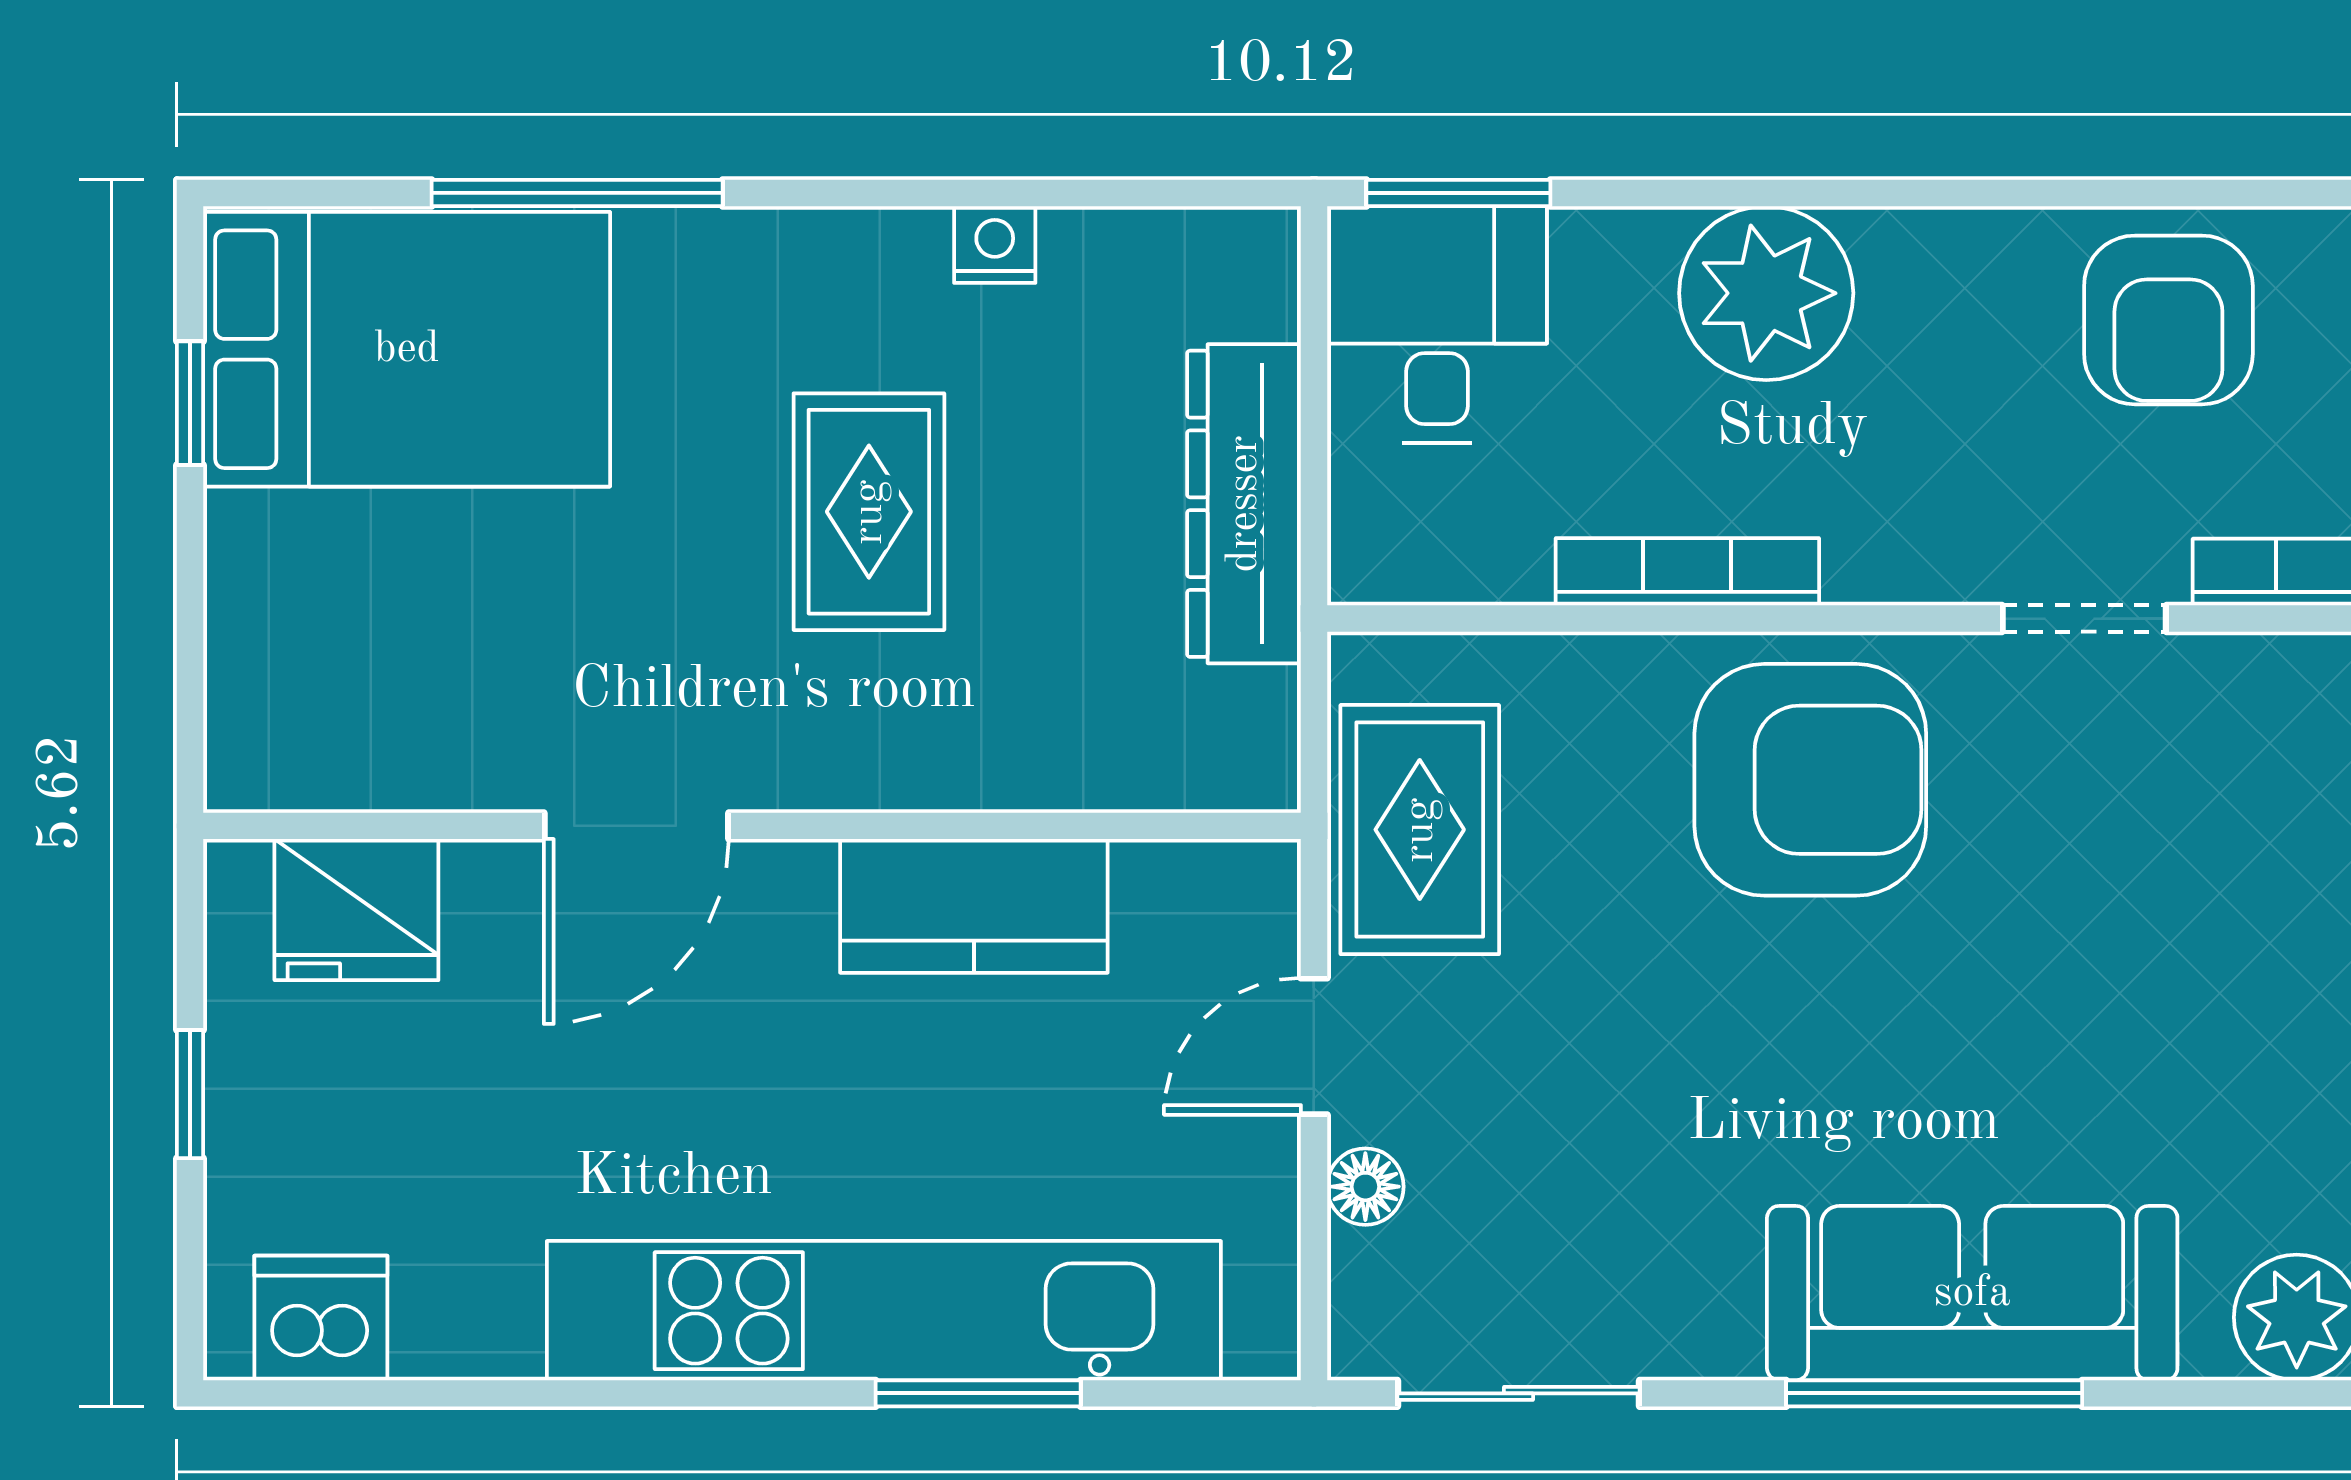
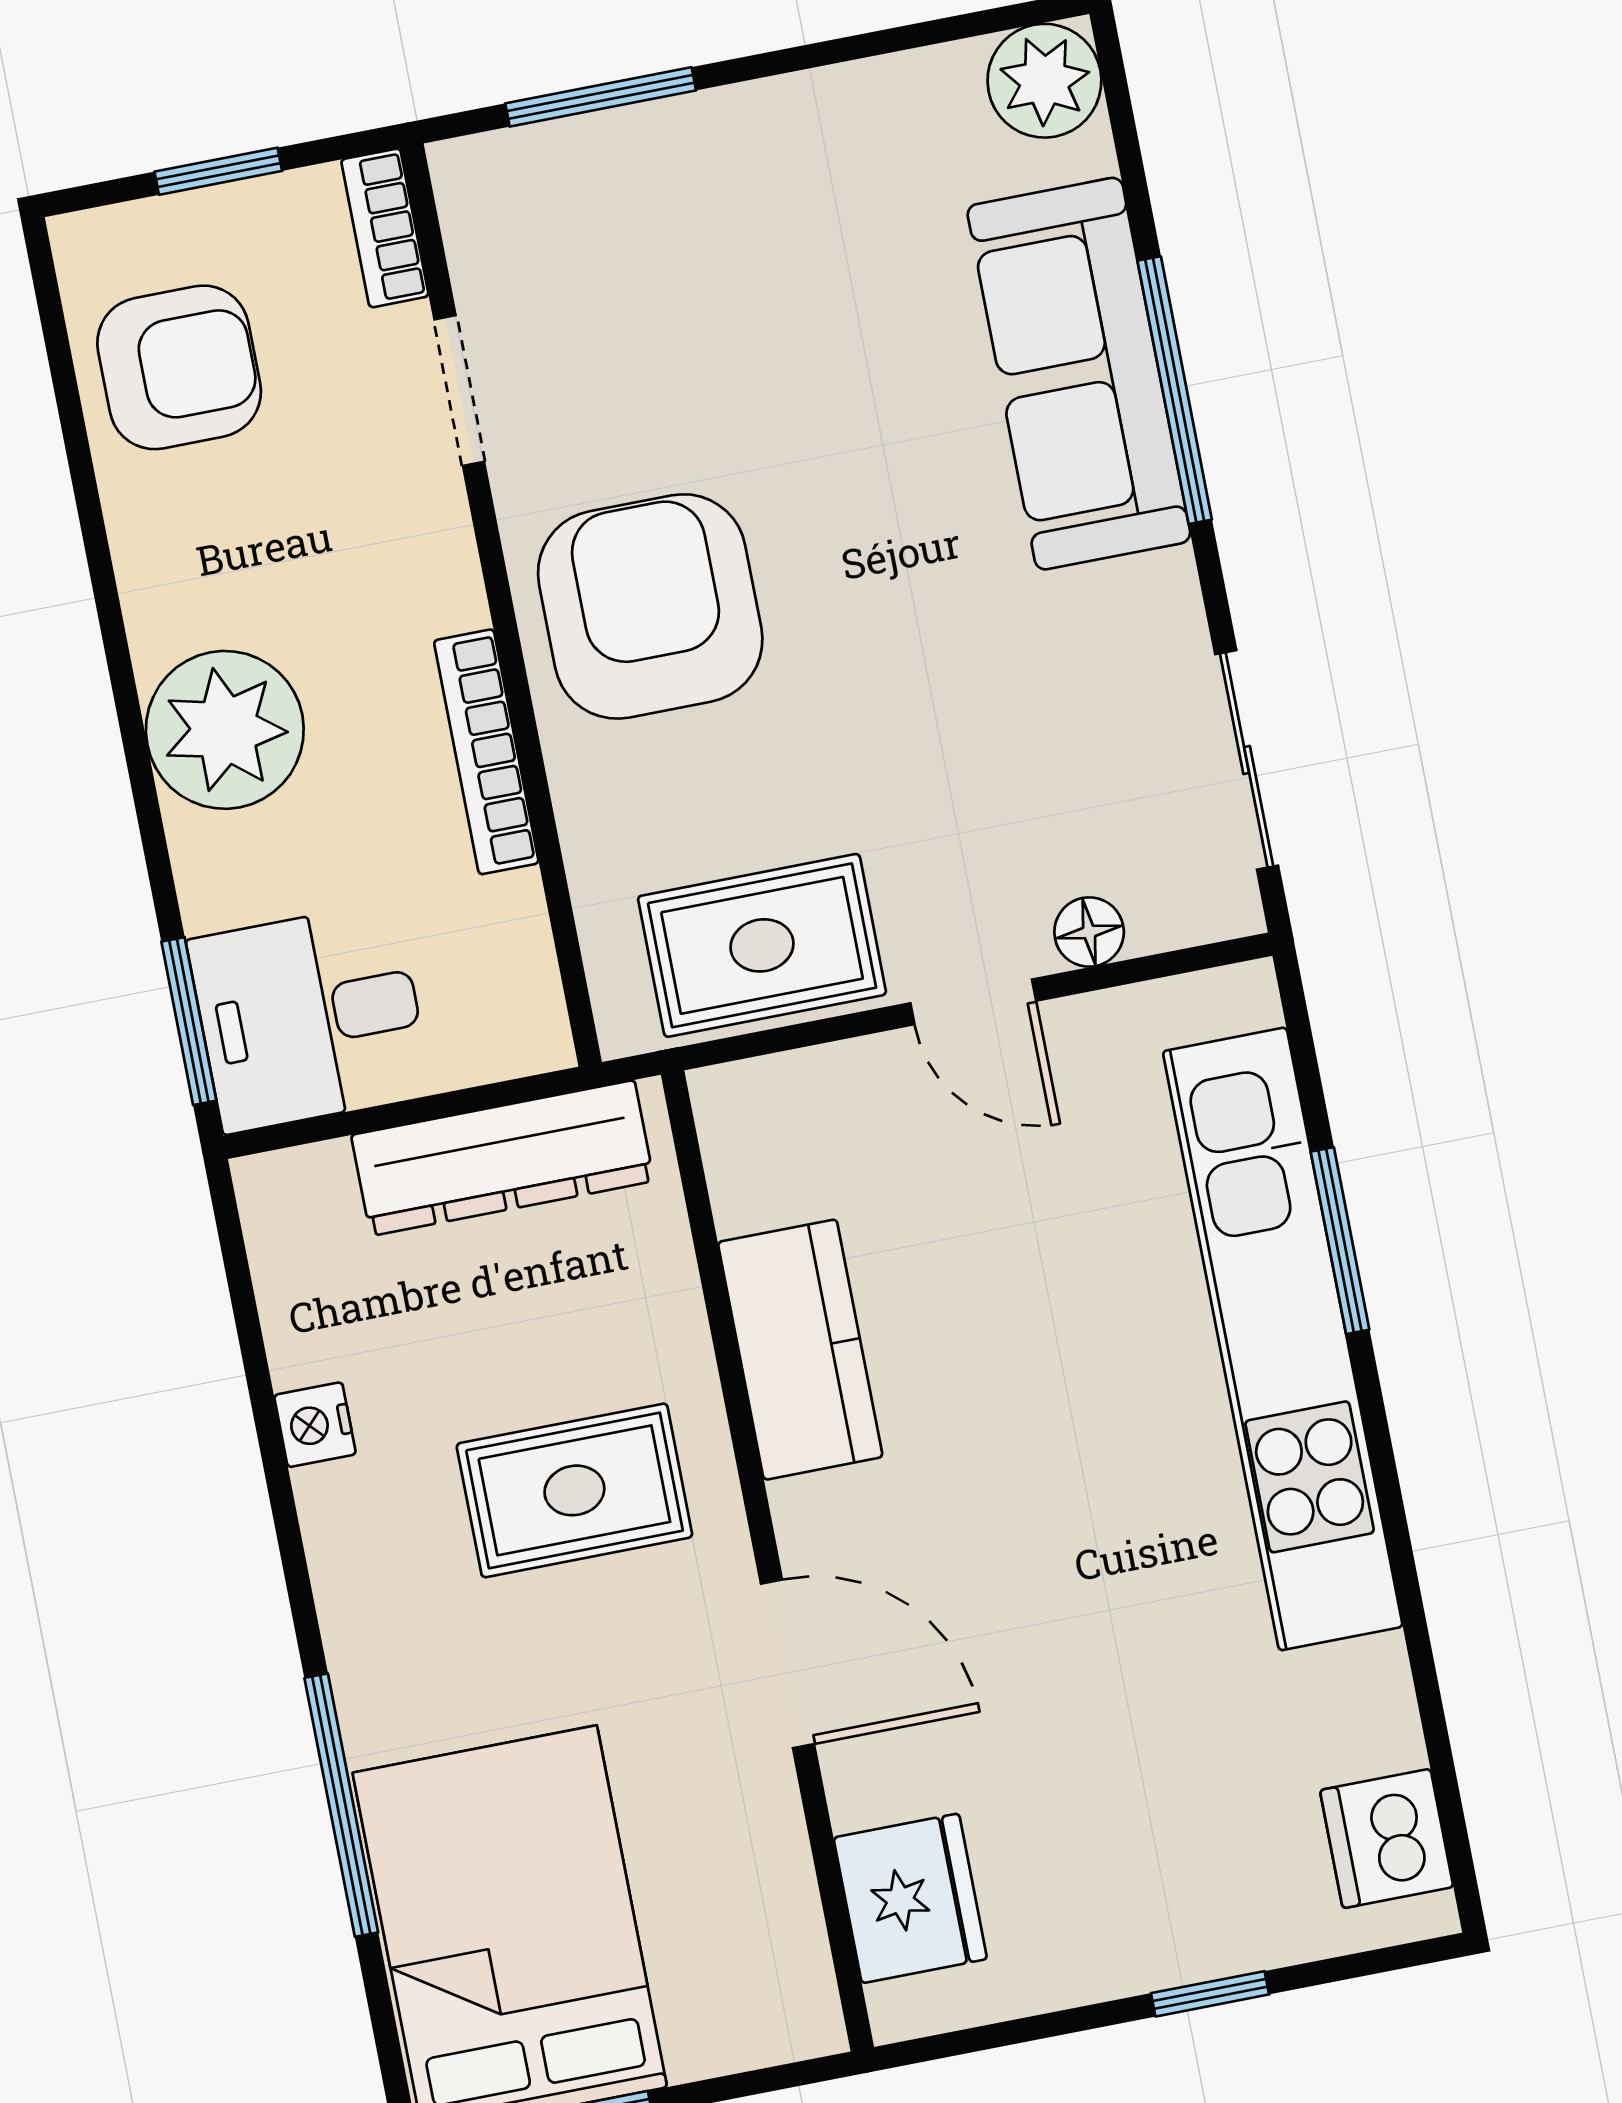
door: (636, 826) -> (787, 1664), moved
wall: (752, 826) -> (767, 1561), moved
kitchen counter: (974, 906) -> (800, 1350), moved
fridge: (356, 910) -> (910, 1898), moved

